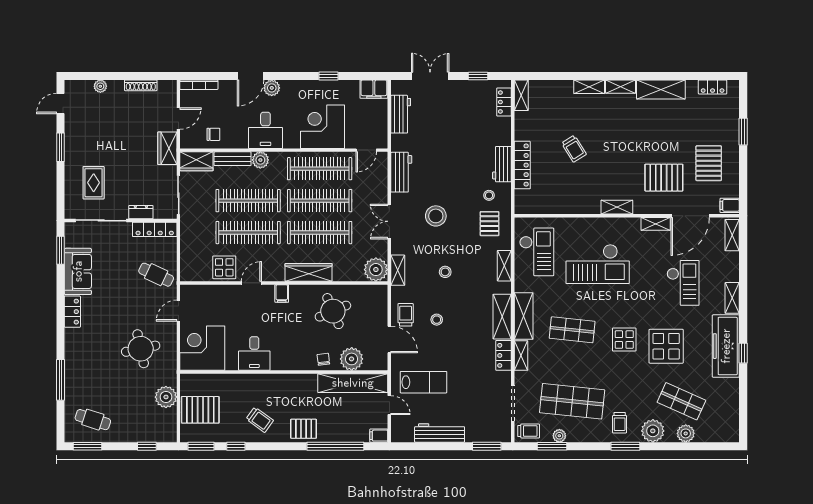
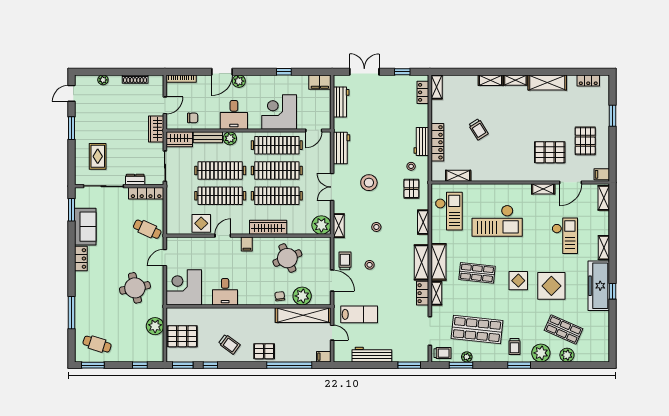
shelving: (617, 207) -> (458, 176), moved
door: (690, 216) -> (570, 182), width x0.73

